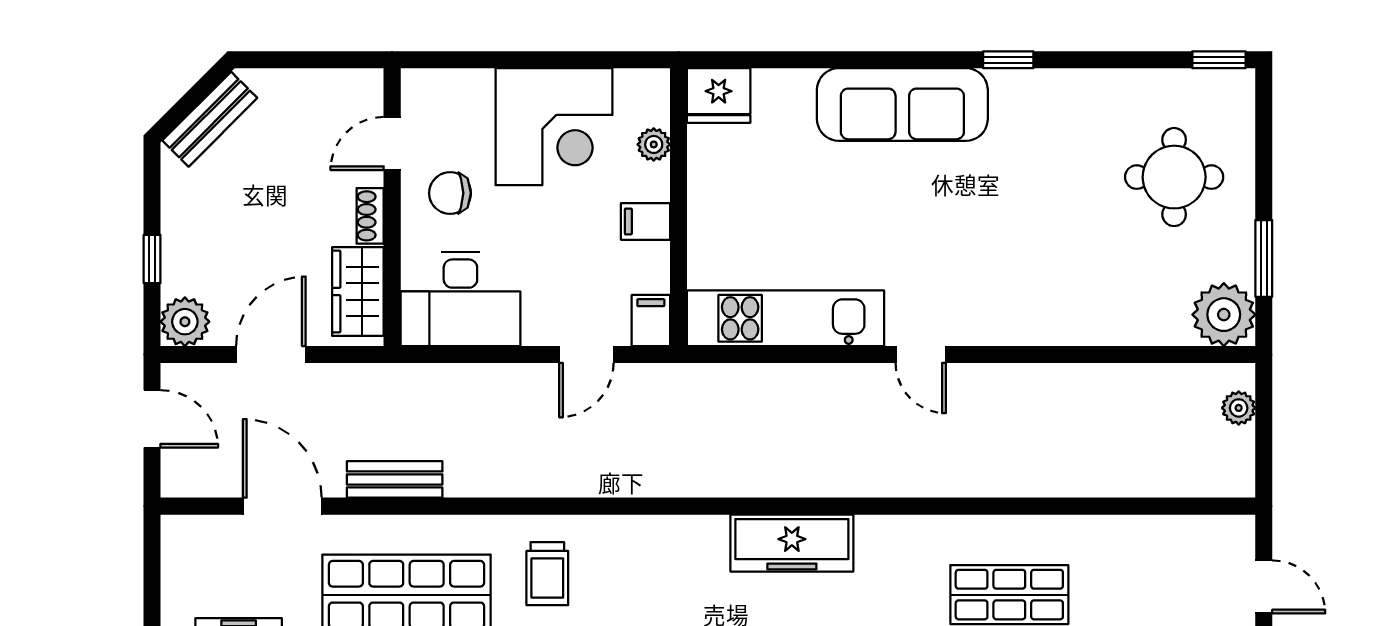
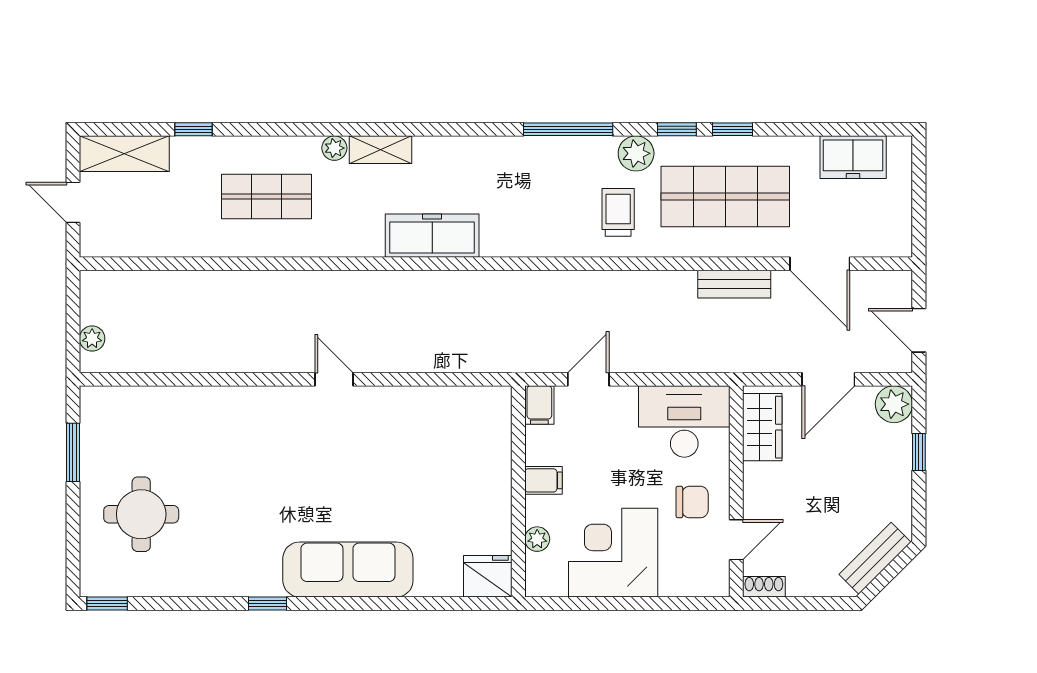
shoe rack: (370, 216) -> (764, 587), moved, turned -90
plant: (1224, 315) -> (103, 410), removed
kitchen unit: (786, 318) -> (437, 407), removed

